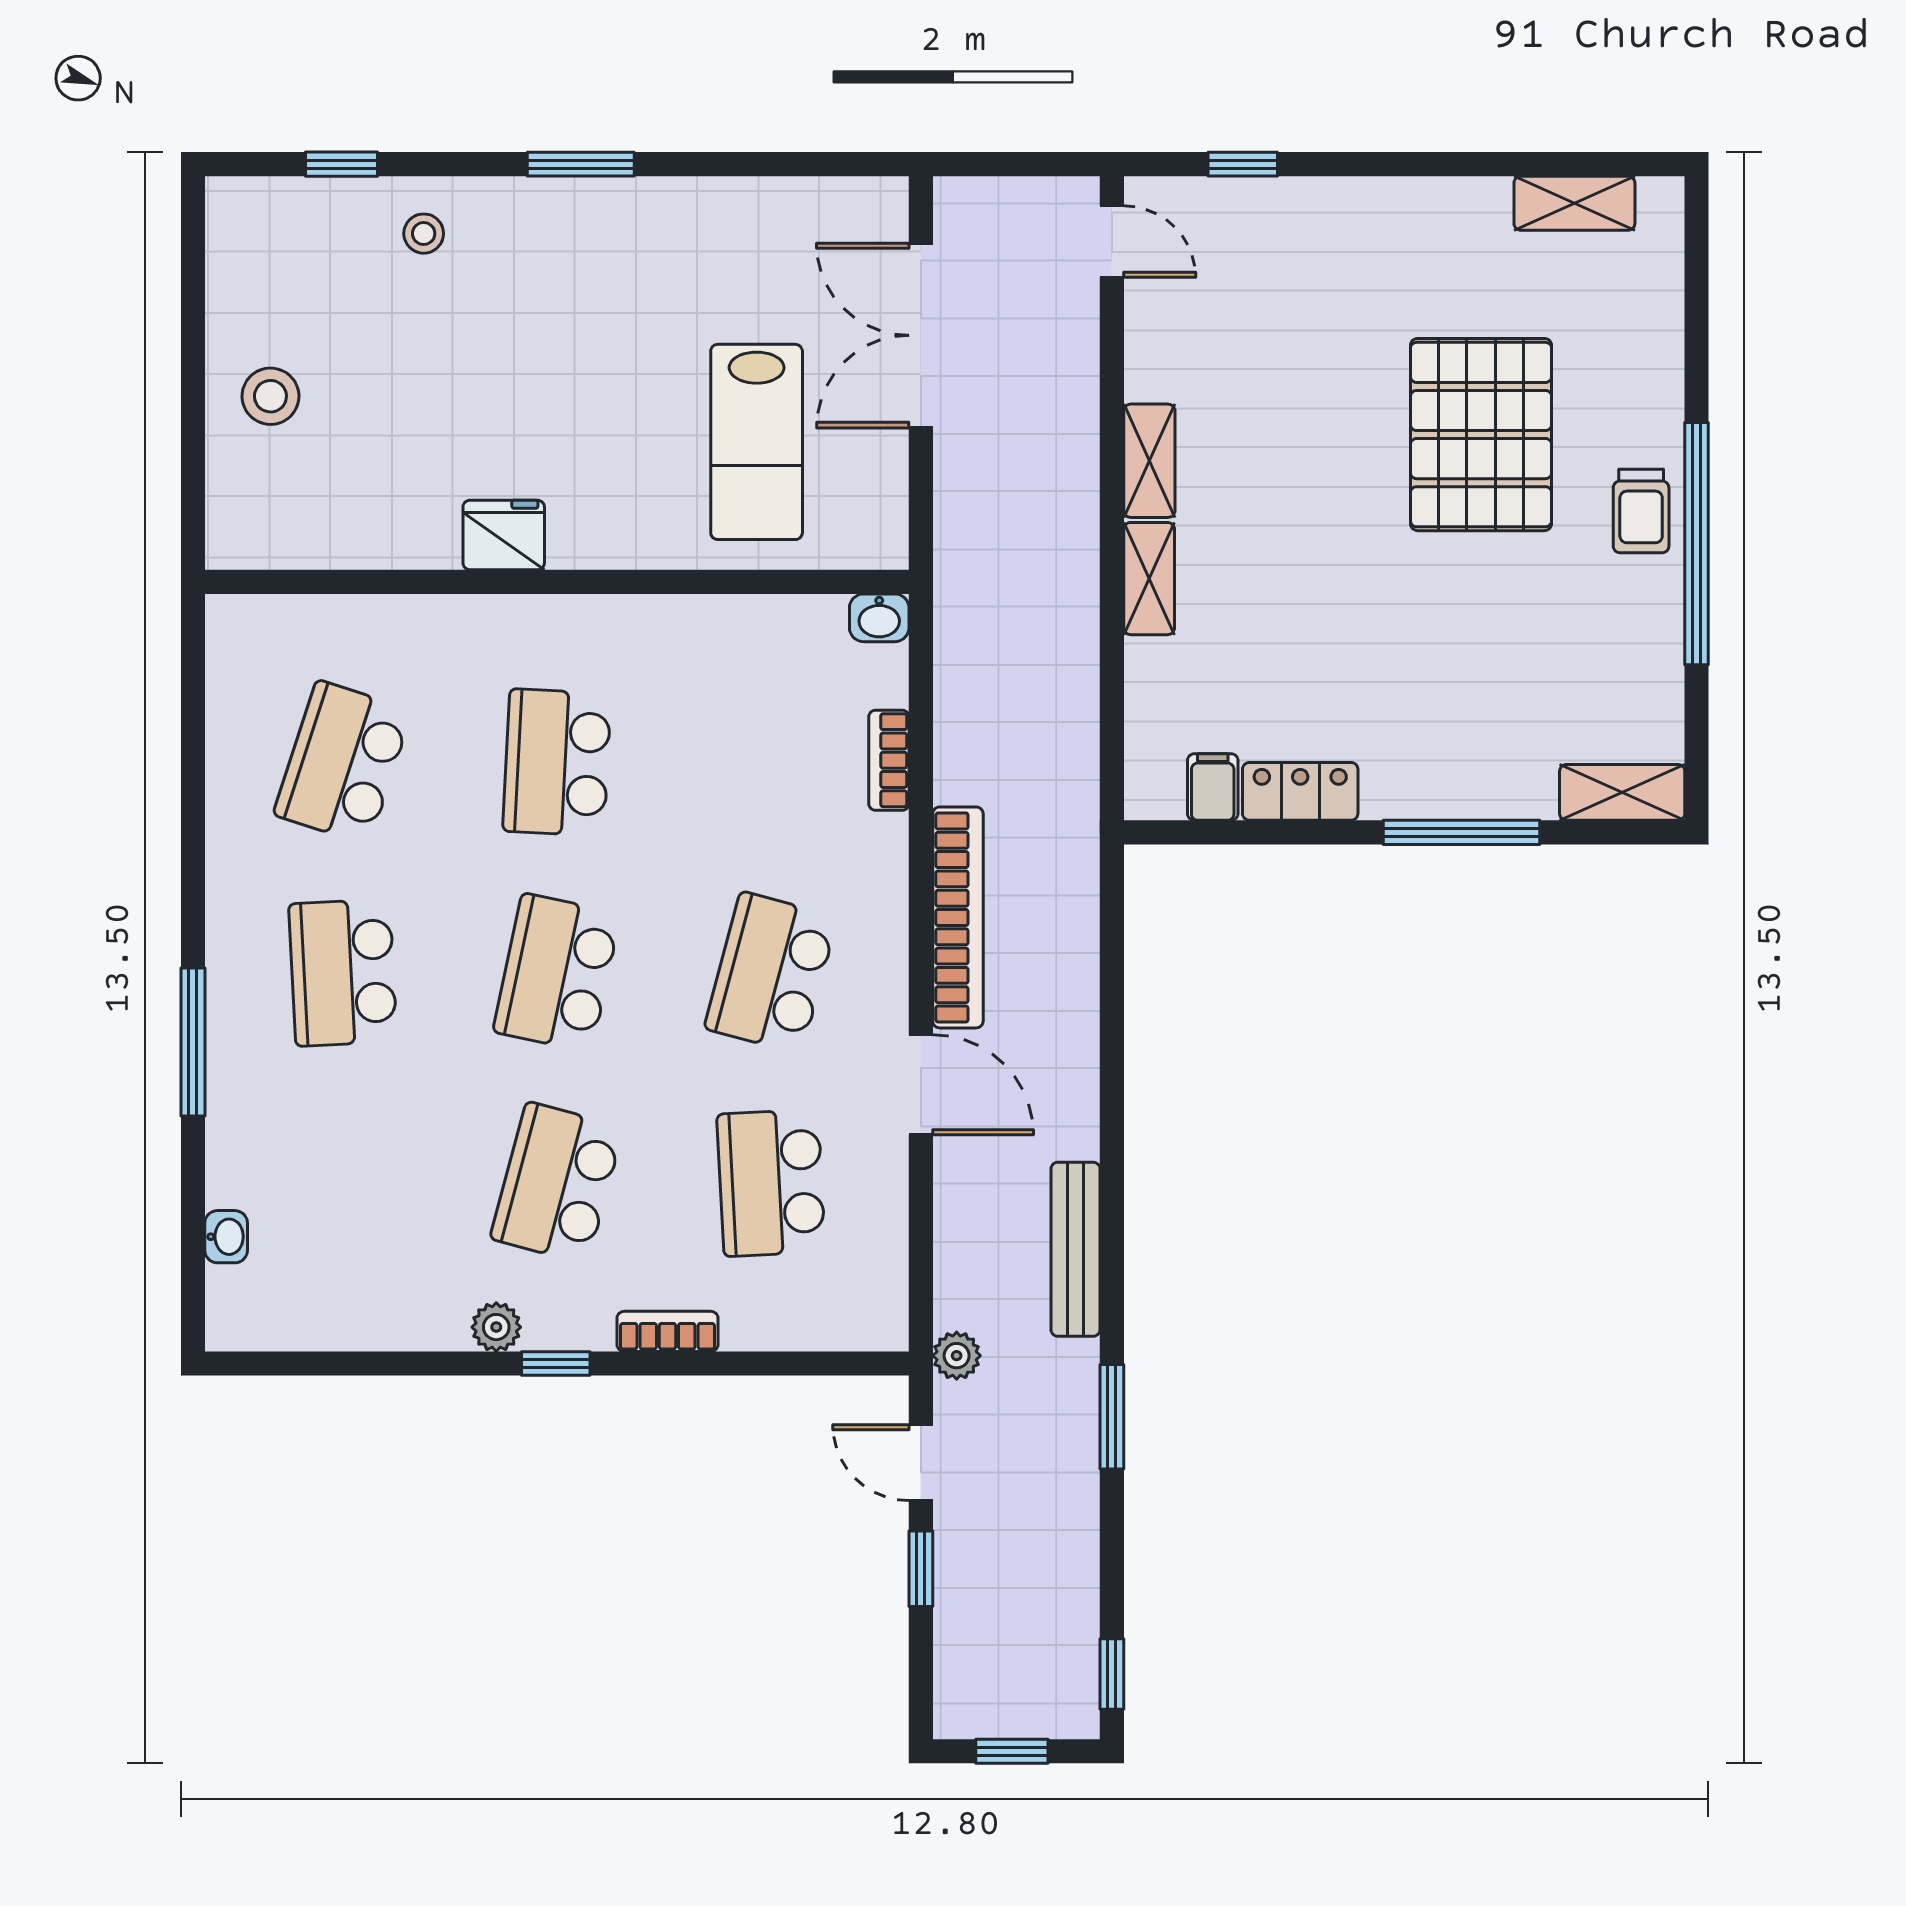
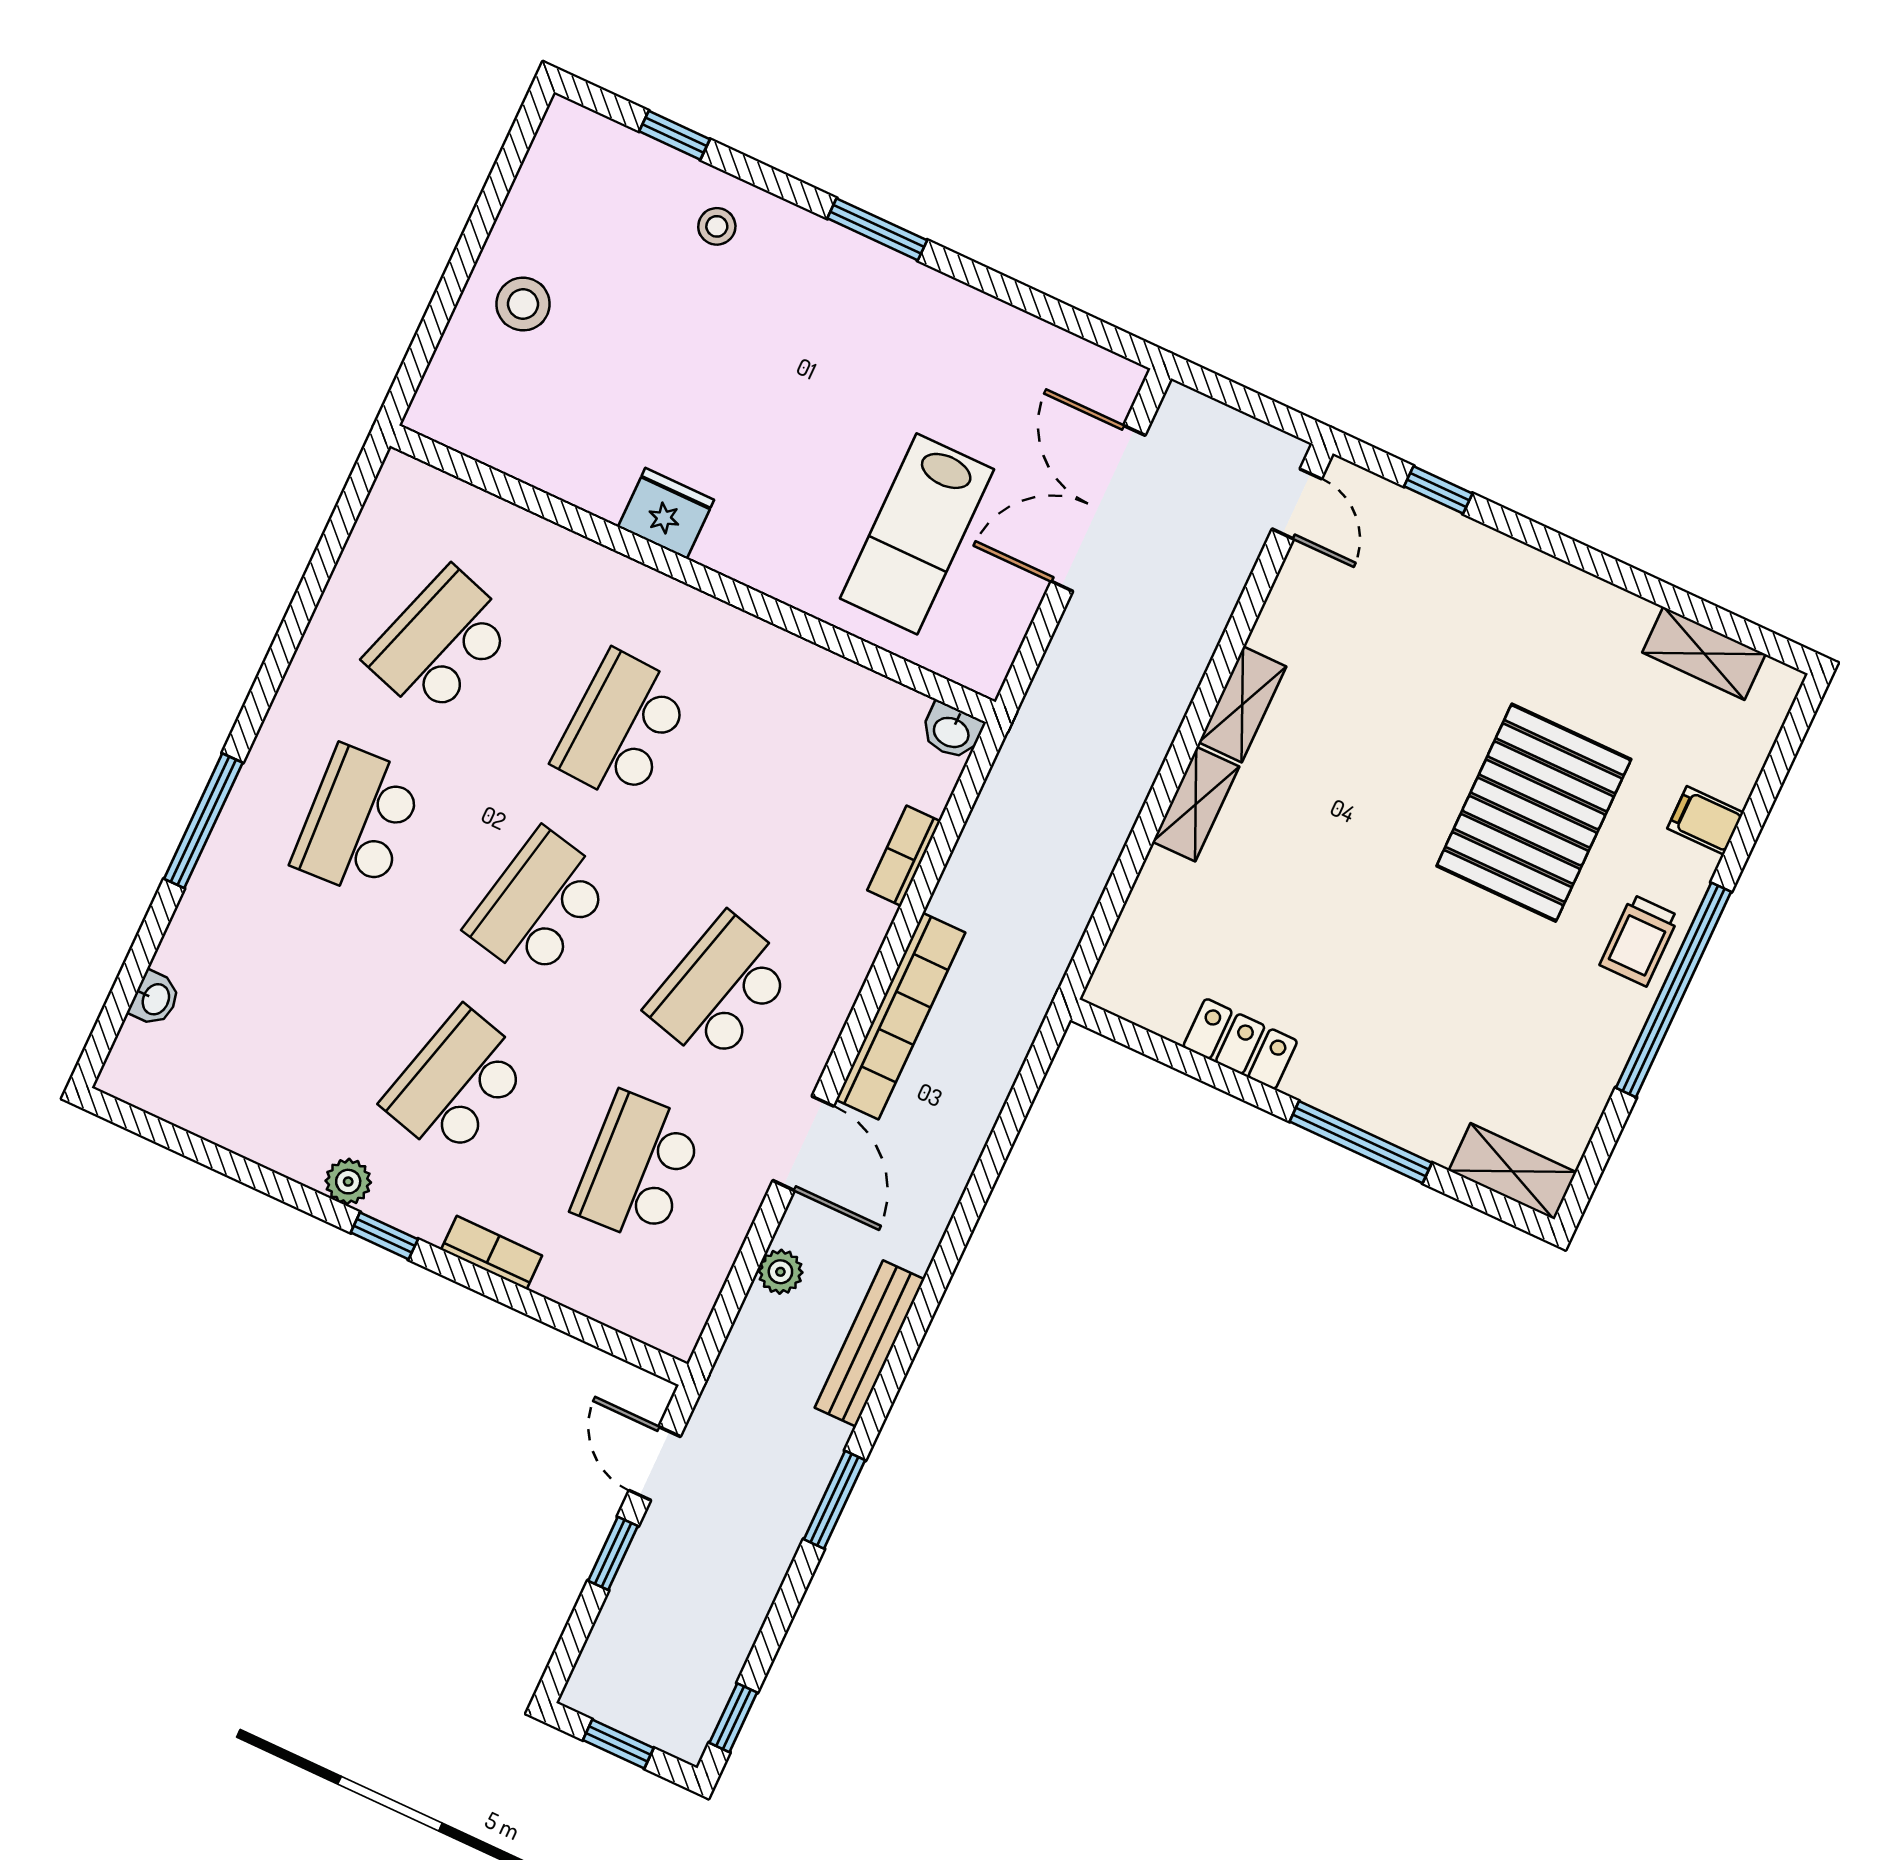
filing cabinet: (1213, 787) -> (1705, 820), moved, turned -90
plant: (957, 1356) -> (780, 1272), moved

